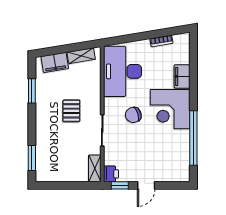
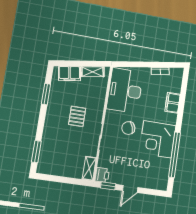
corner desk: (170, 109) -> (158, 139), moved

